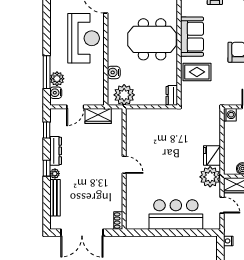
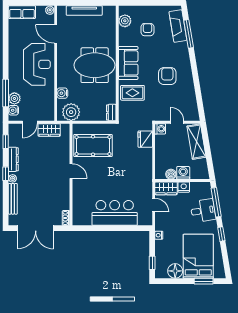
pool table: (150, 135) -> (93, 146), added
fridge: (212, 156) -> (145, 139), moved
plant: (210, 177) -> (143, 181), removed

